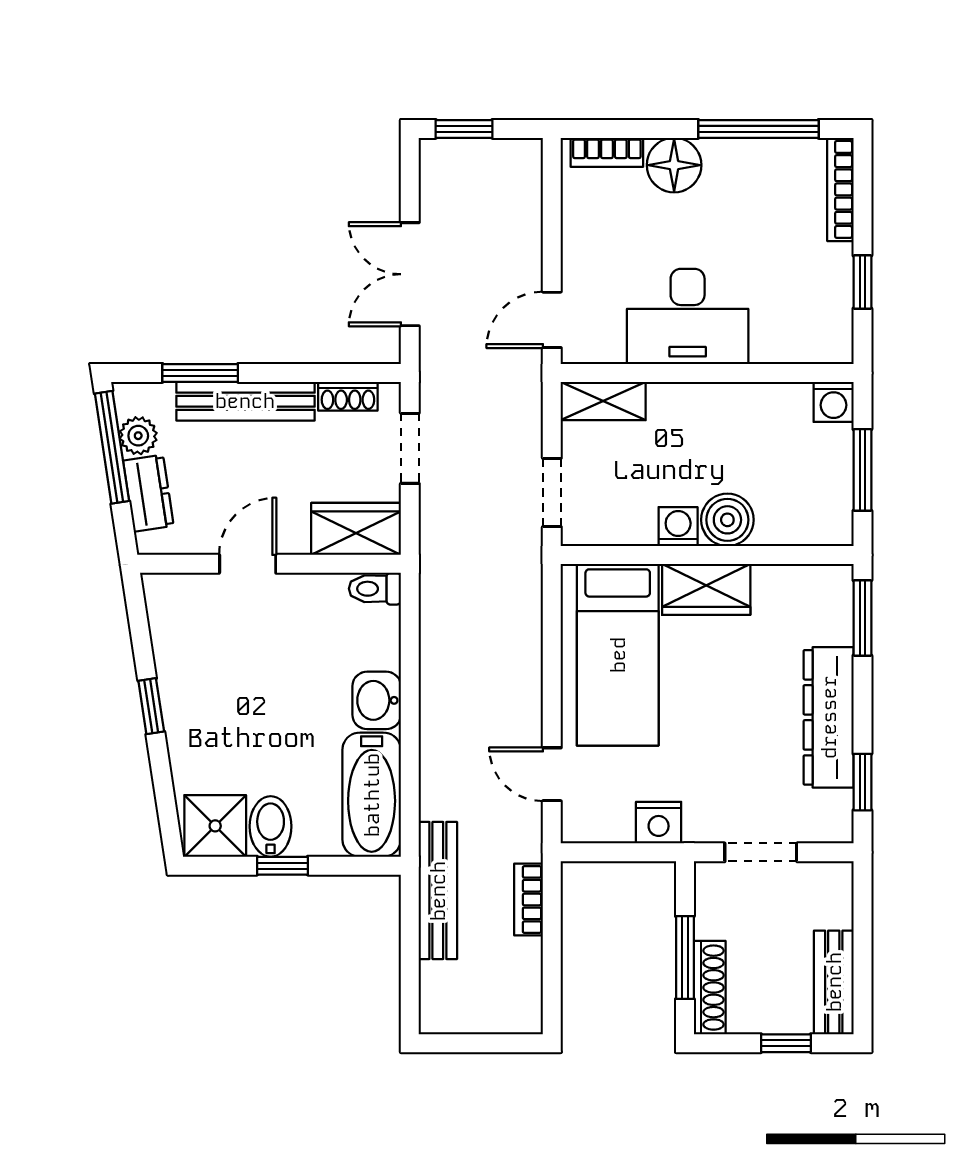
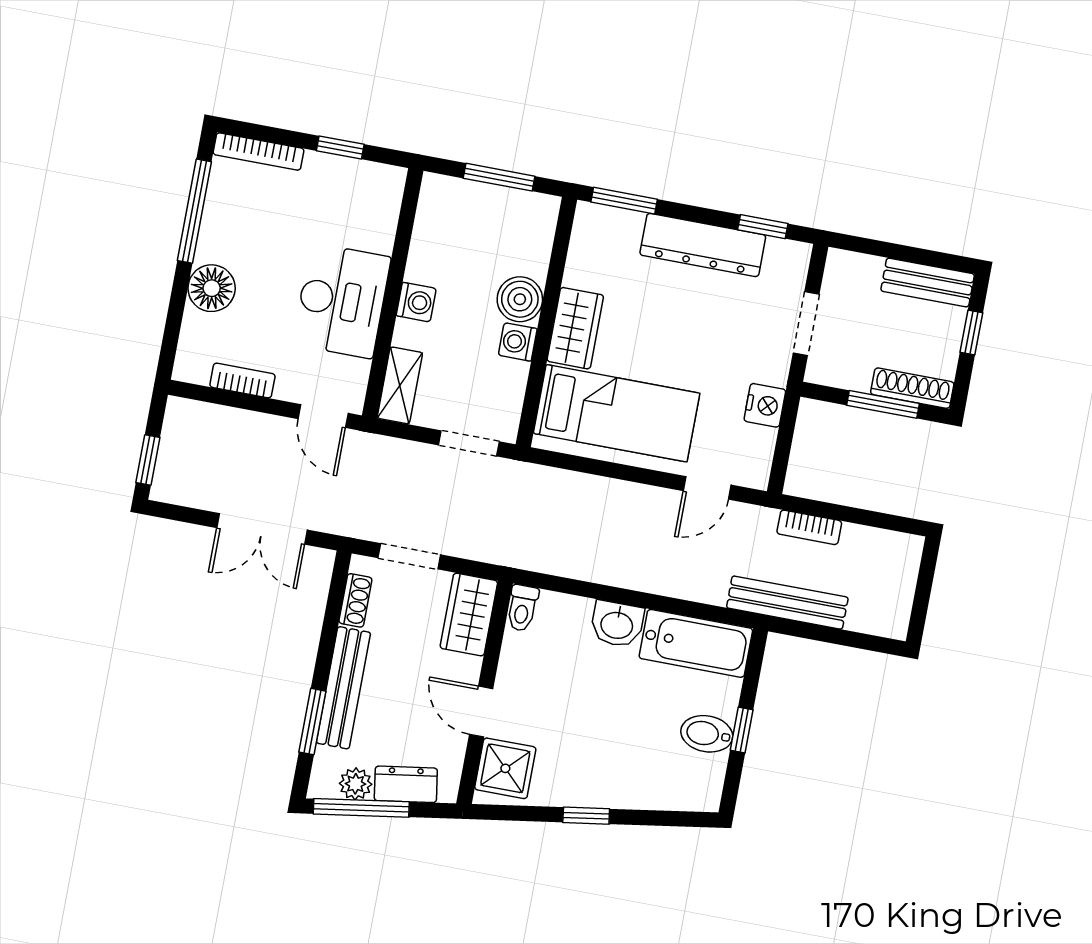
bookcase: (607, 152) -> (242, 380), moved, turned -90
washing machine: (834, 402) -> (416, 302), moved
shower: (215, 826) -> (505, 768), moved

